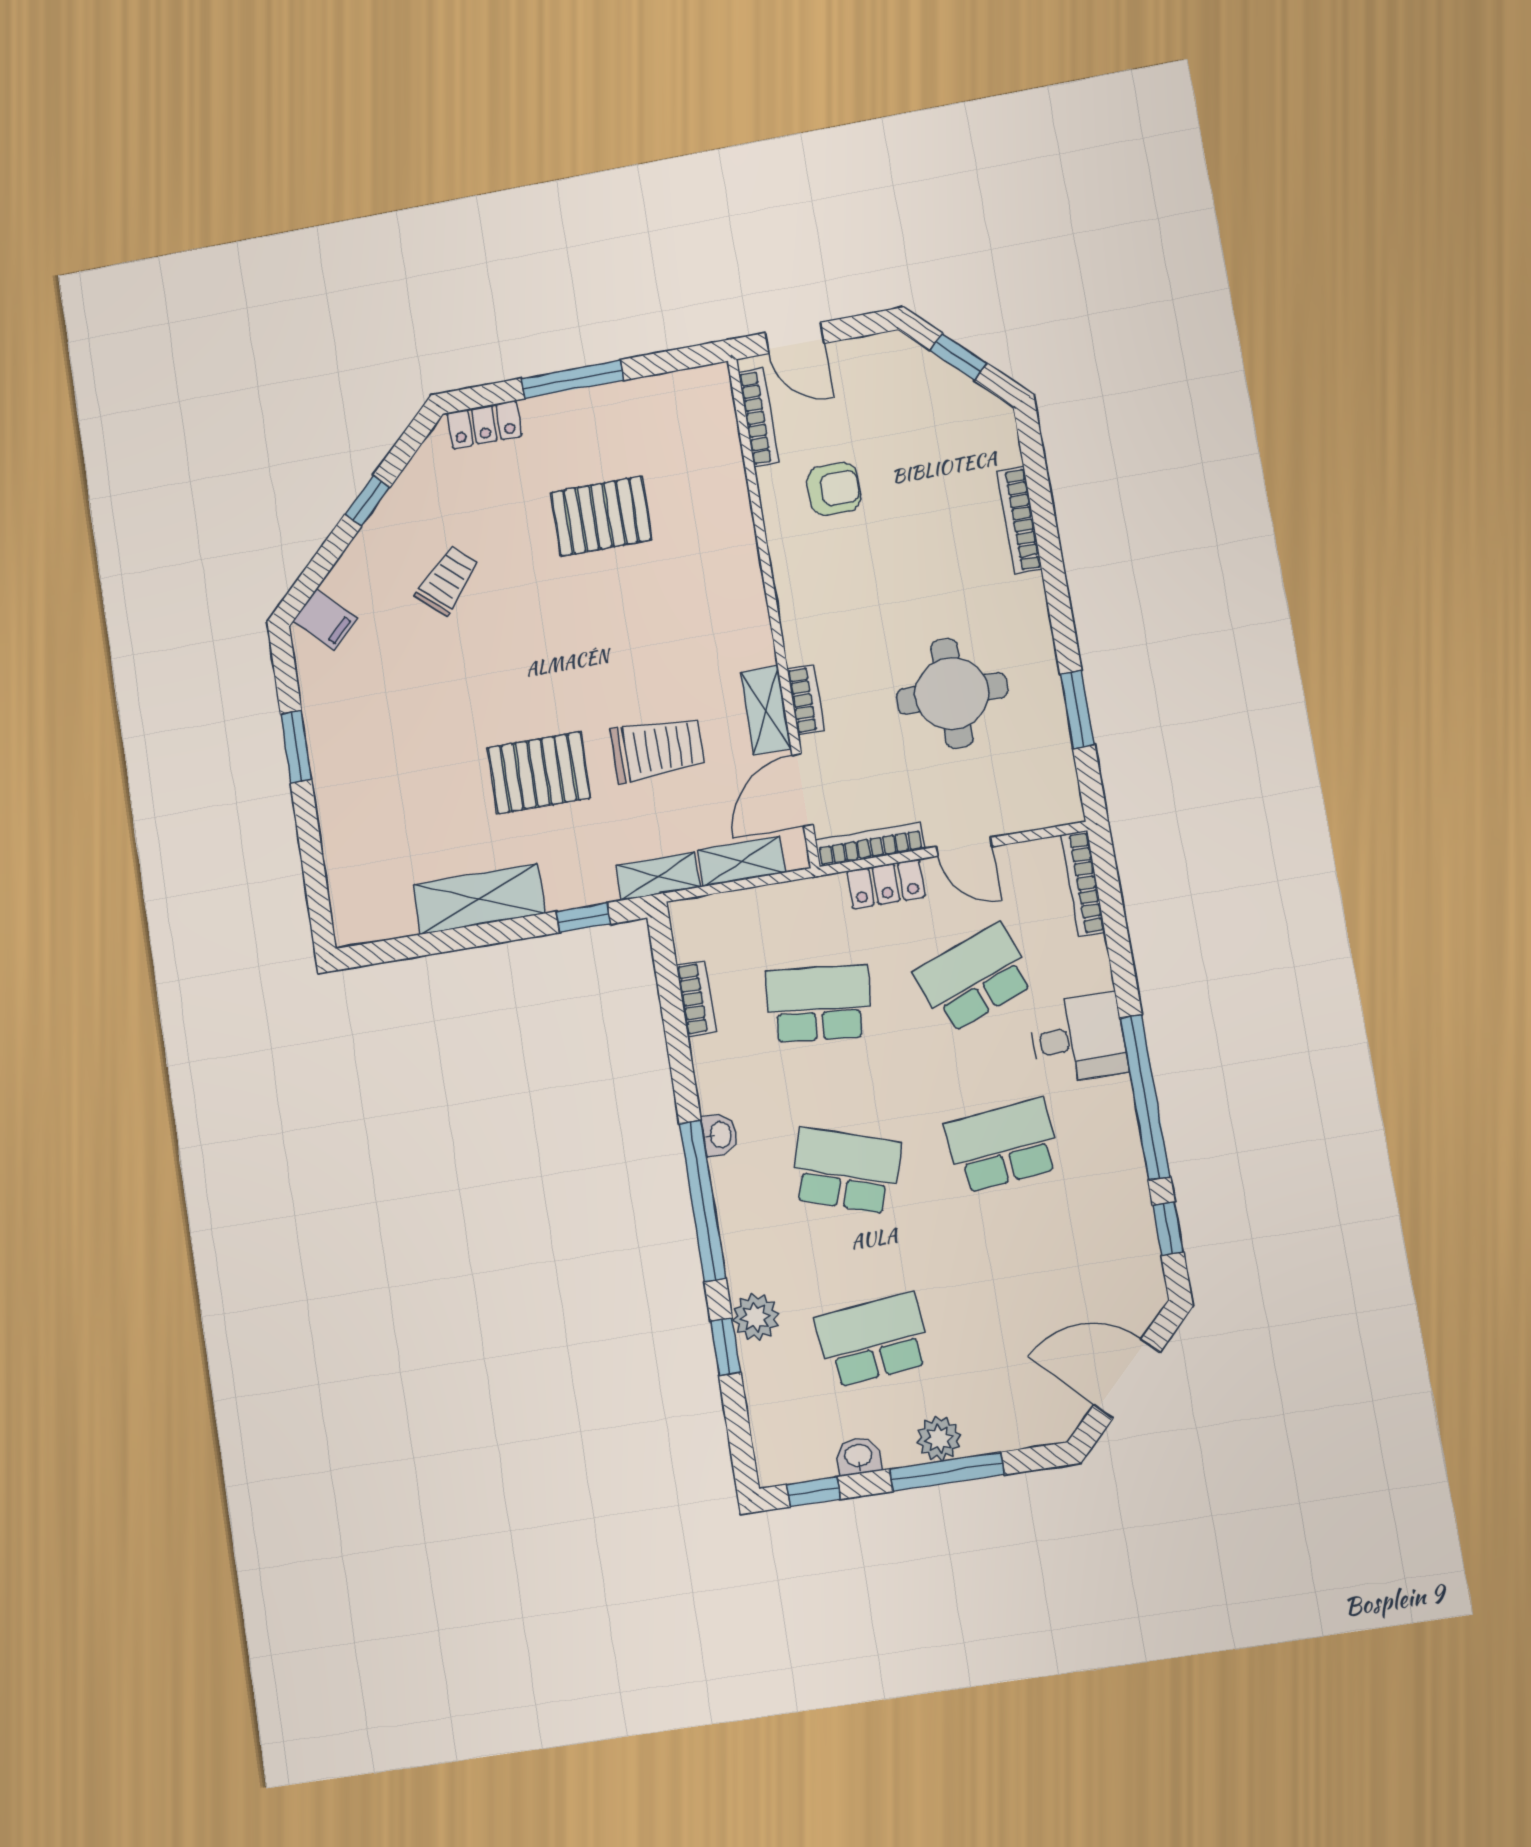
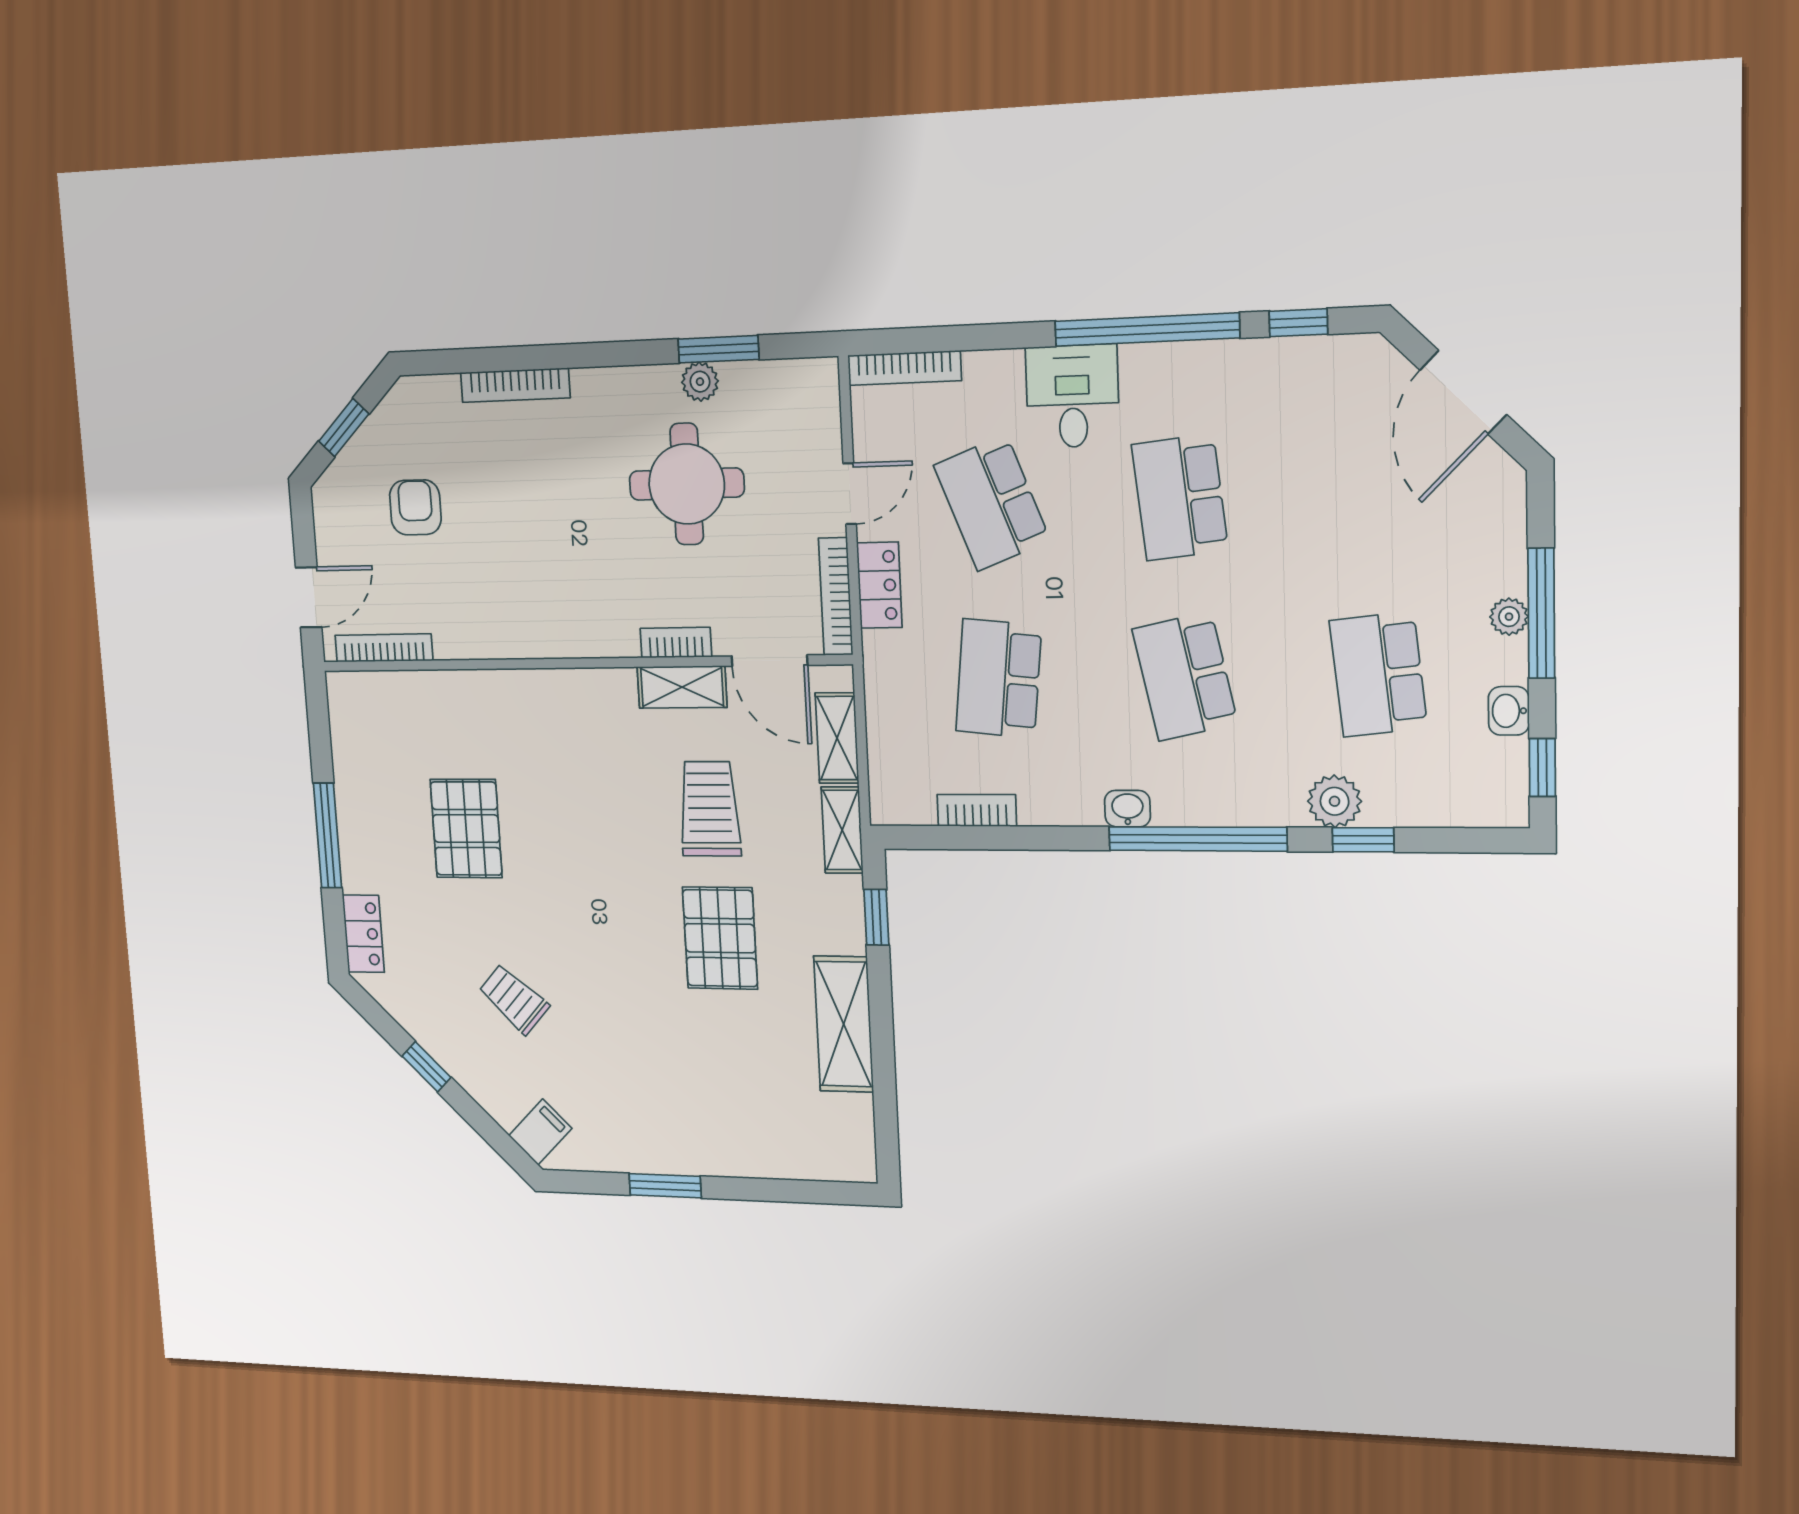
armchair: (834, 489) -> (415, 507), moved
plant: (1046, 695) -> (700, 382), added
school desk: (846, 1171) -> (1185, 676), turned -30
plant: (939, 1439) -> (1509, 617), width x0.73, depth x0.73

